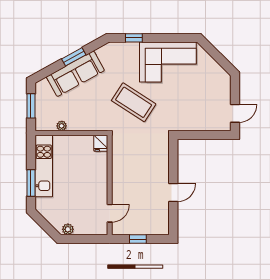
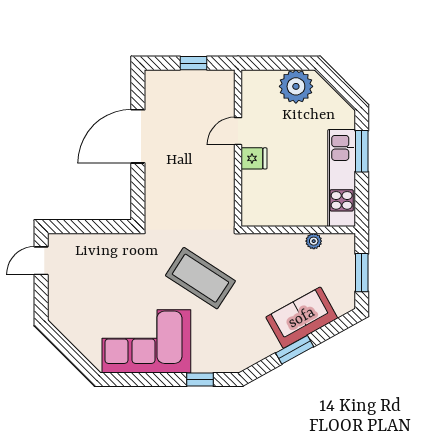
sofa: (75, 74) -> (302, 318), width x0.73
fridge: (101, 143) -> (254, 158), moved, turned 90
door: (173, 193) -> (138, 136), width x1.88
door: (110, 213) -> (238, 131), moved
plant: (68, 229) -> (296, 86), width x1.87, depth x1.87

